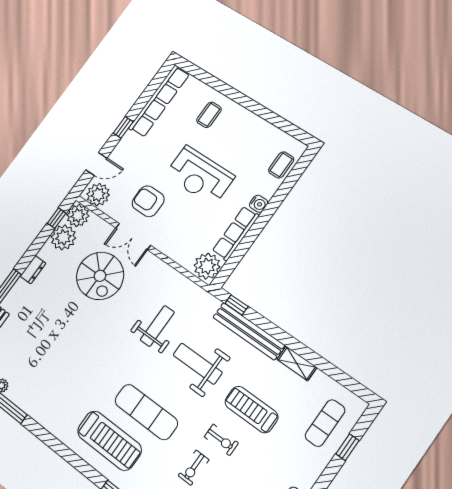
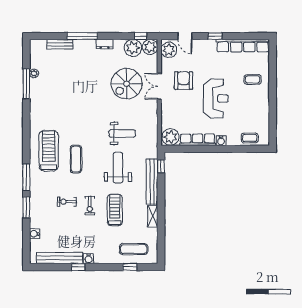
reception desk: (200, 176) -> (216, 99), turned 180
exercise mat: (146, 412) -> (76, 159), width x0.73, depth x0.69
treadmill: (109, 441) -> (49, 151), turned 180

